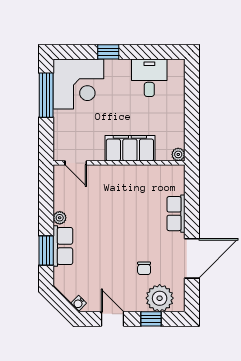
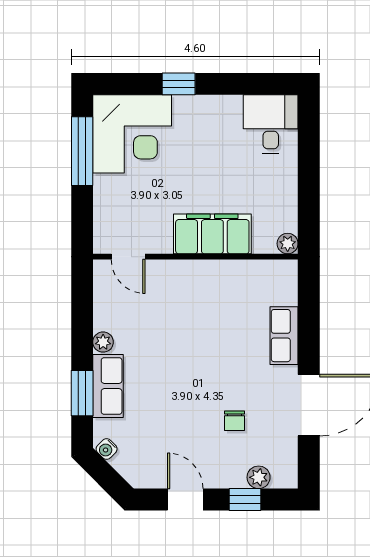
desk: (149, 78) -> (271, 124), moved
plant: (160, 298) -> (259, 477), width x0.53, depth x0.53
water cooler: (79, 303) -> (107, 449), moved

